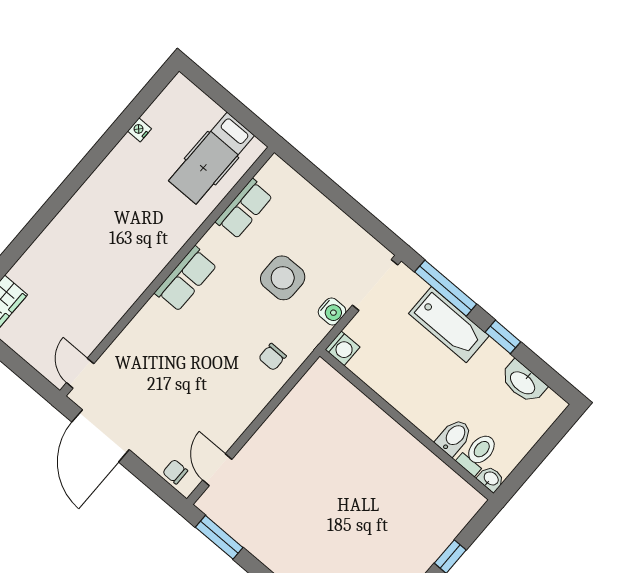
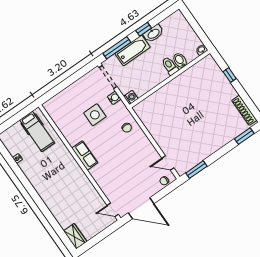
row of seats: (244, 209) -> (62, 123), removed
washbasin: (523, 382) -> (153, 34), moved
toilet: (478, 453) -> (170, 66), moved

